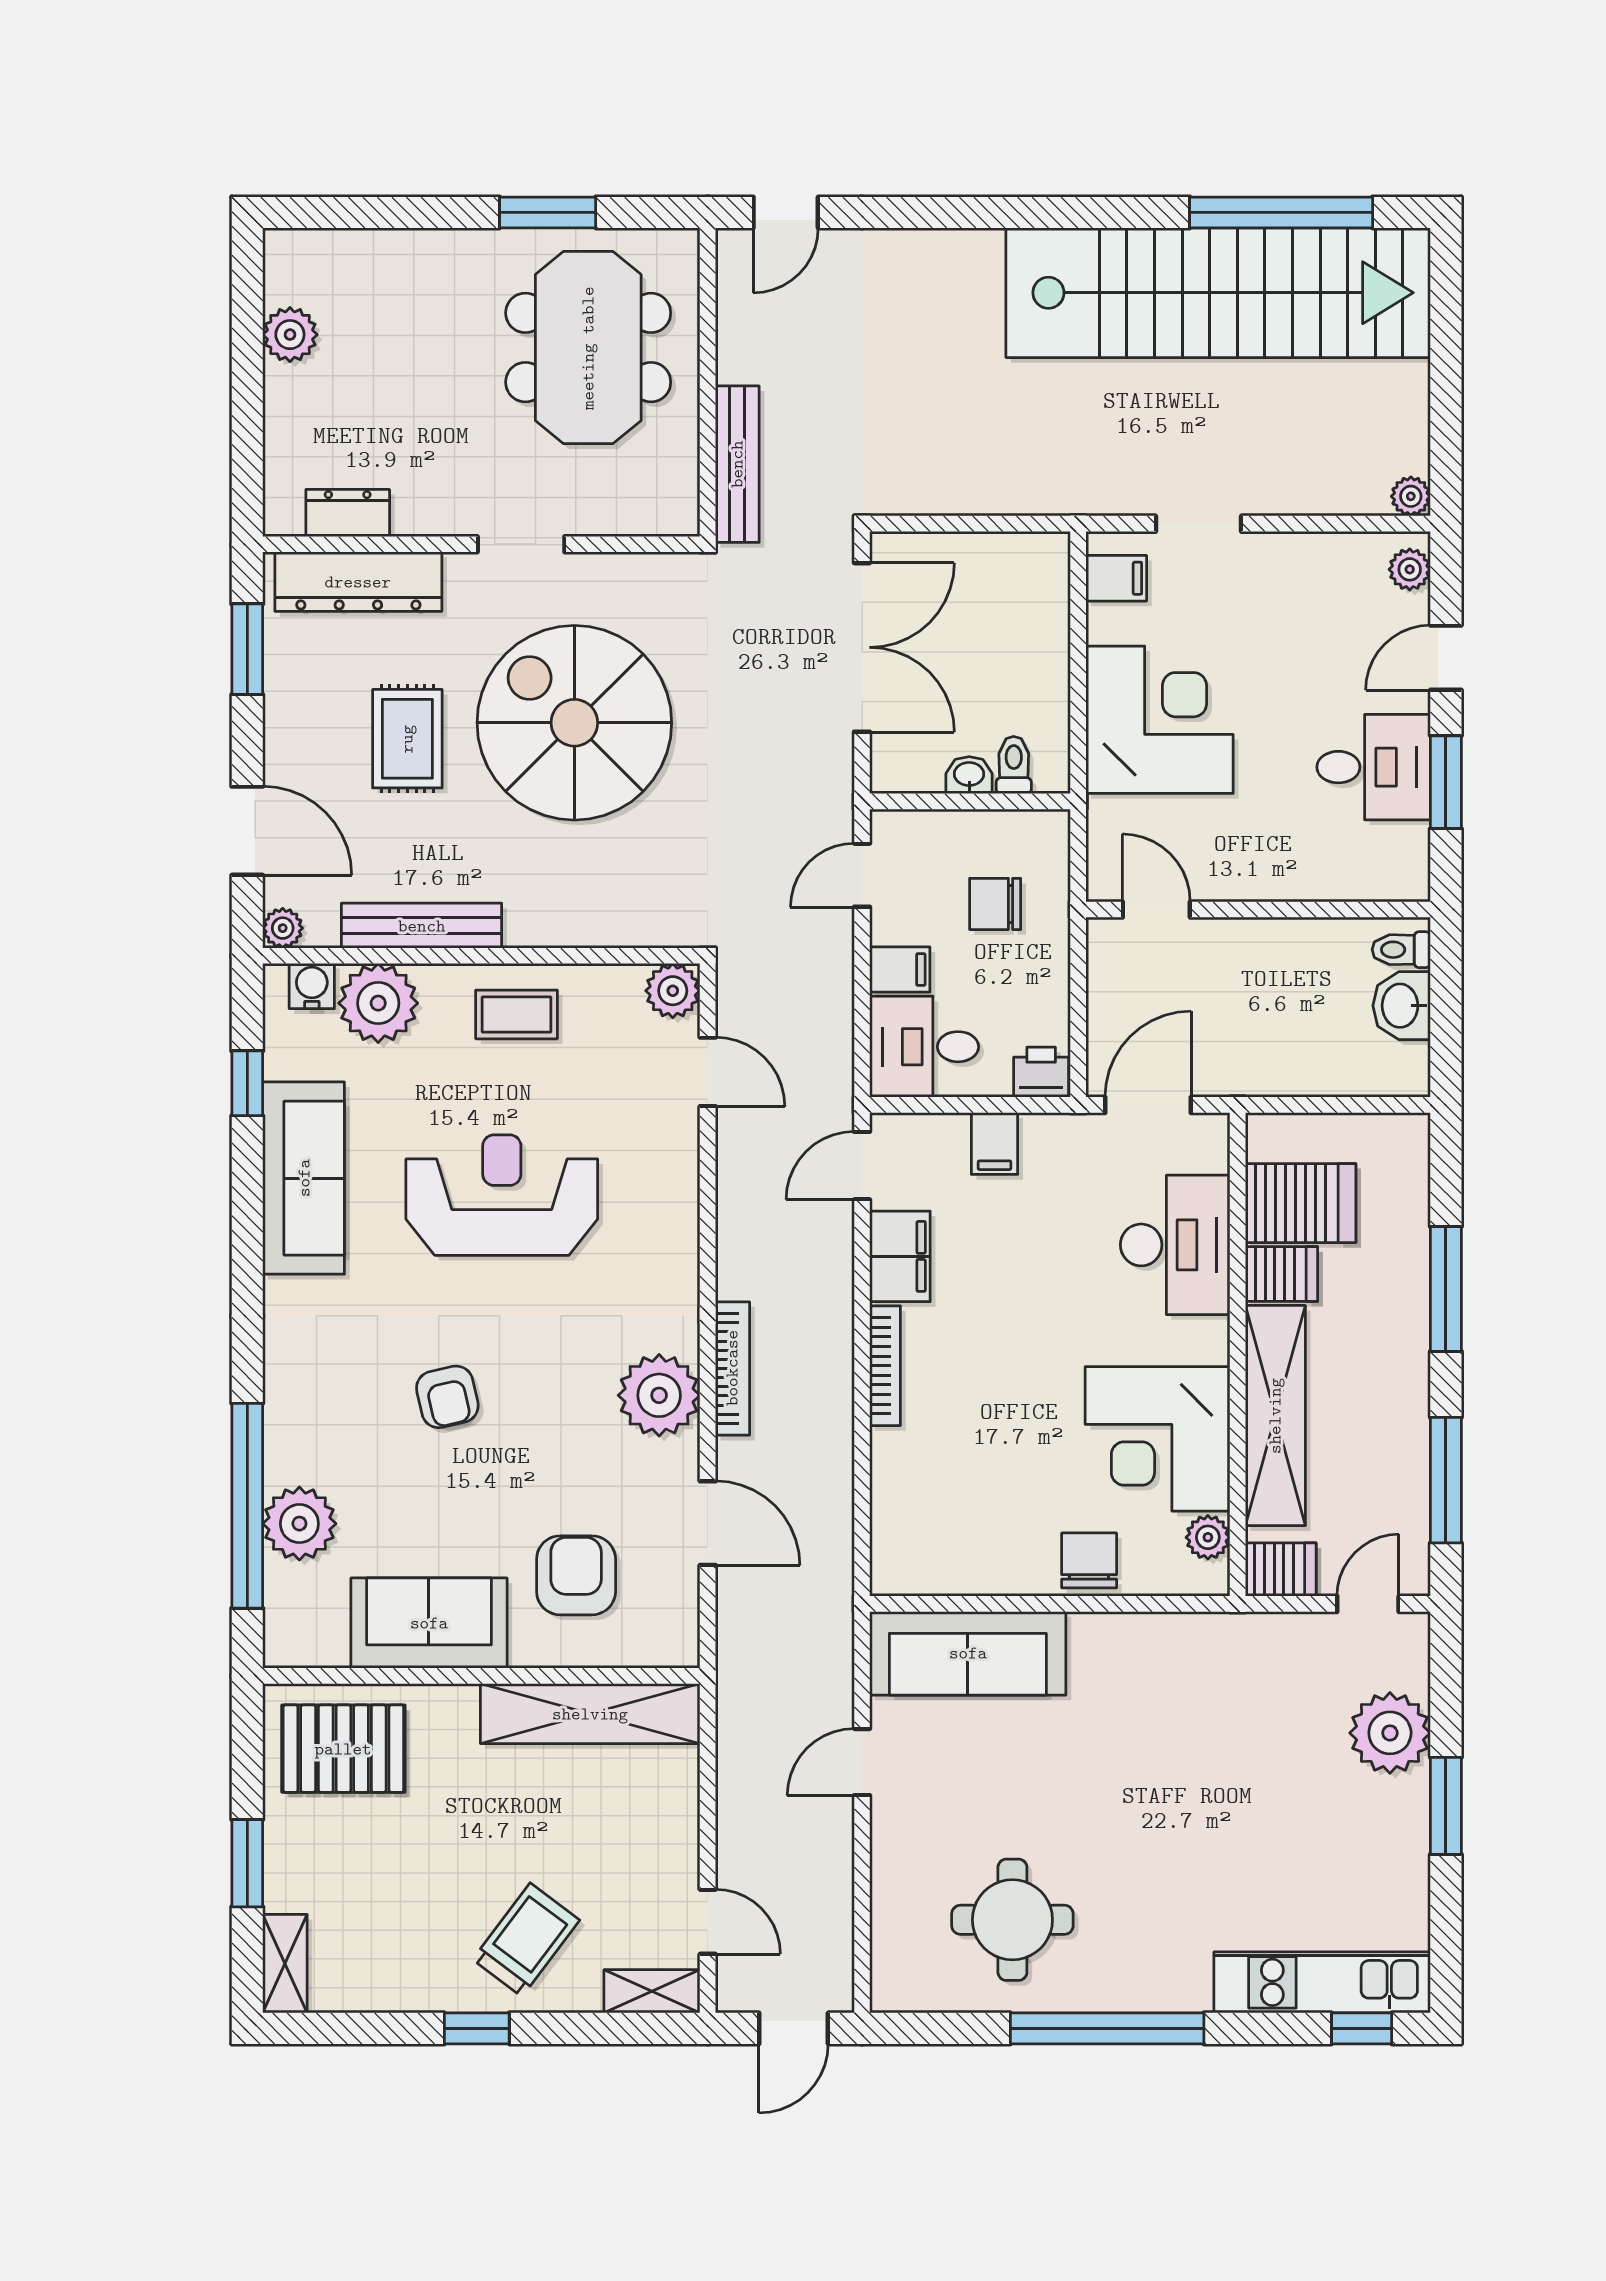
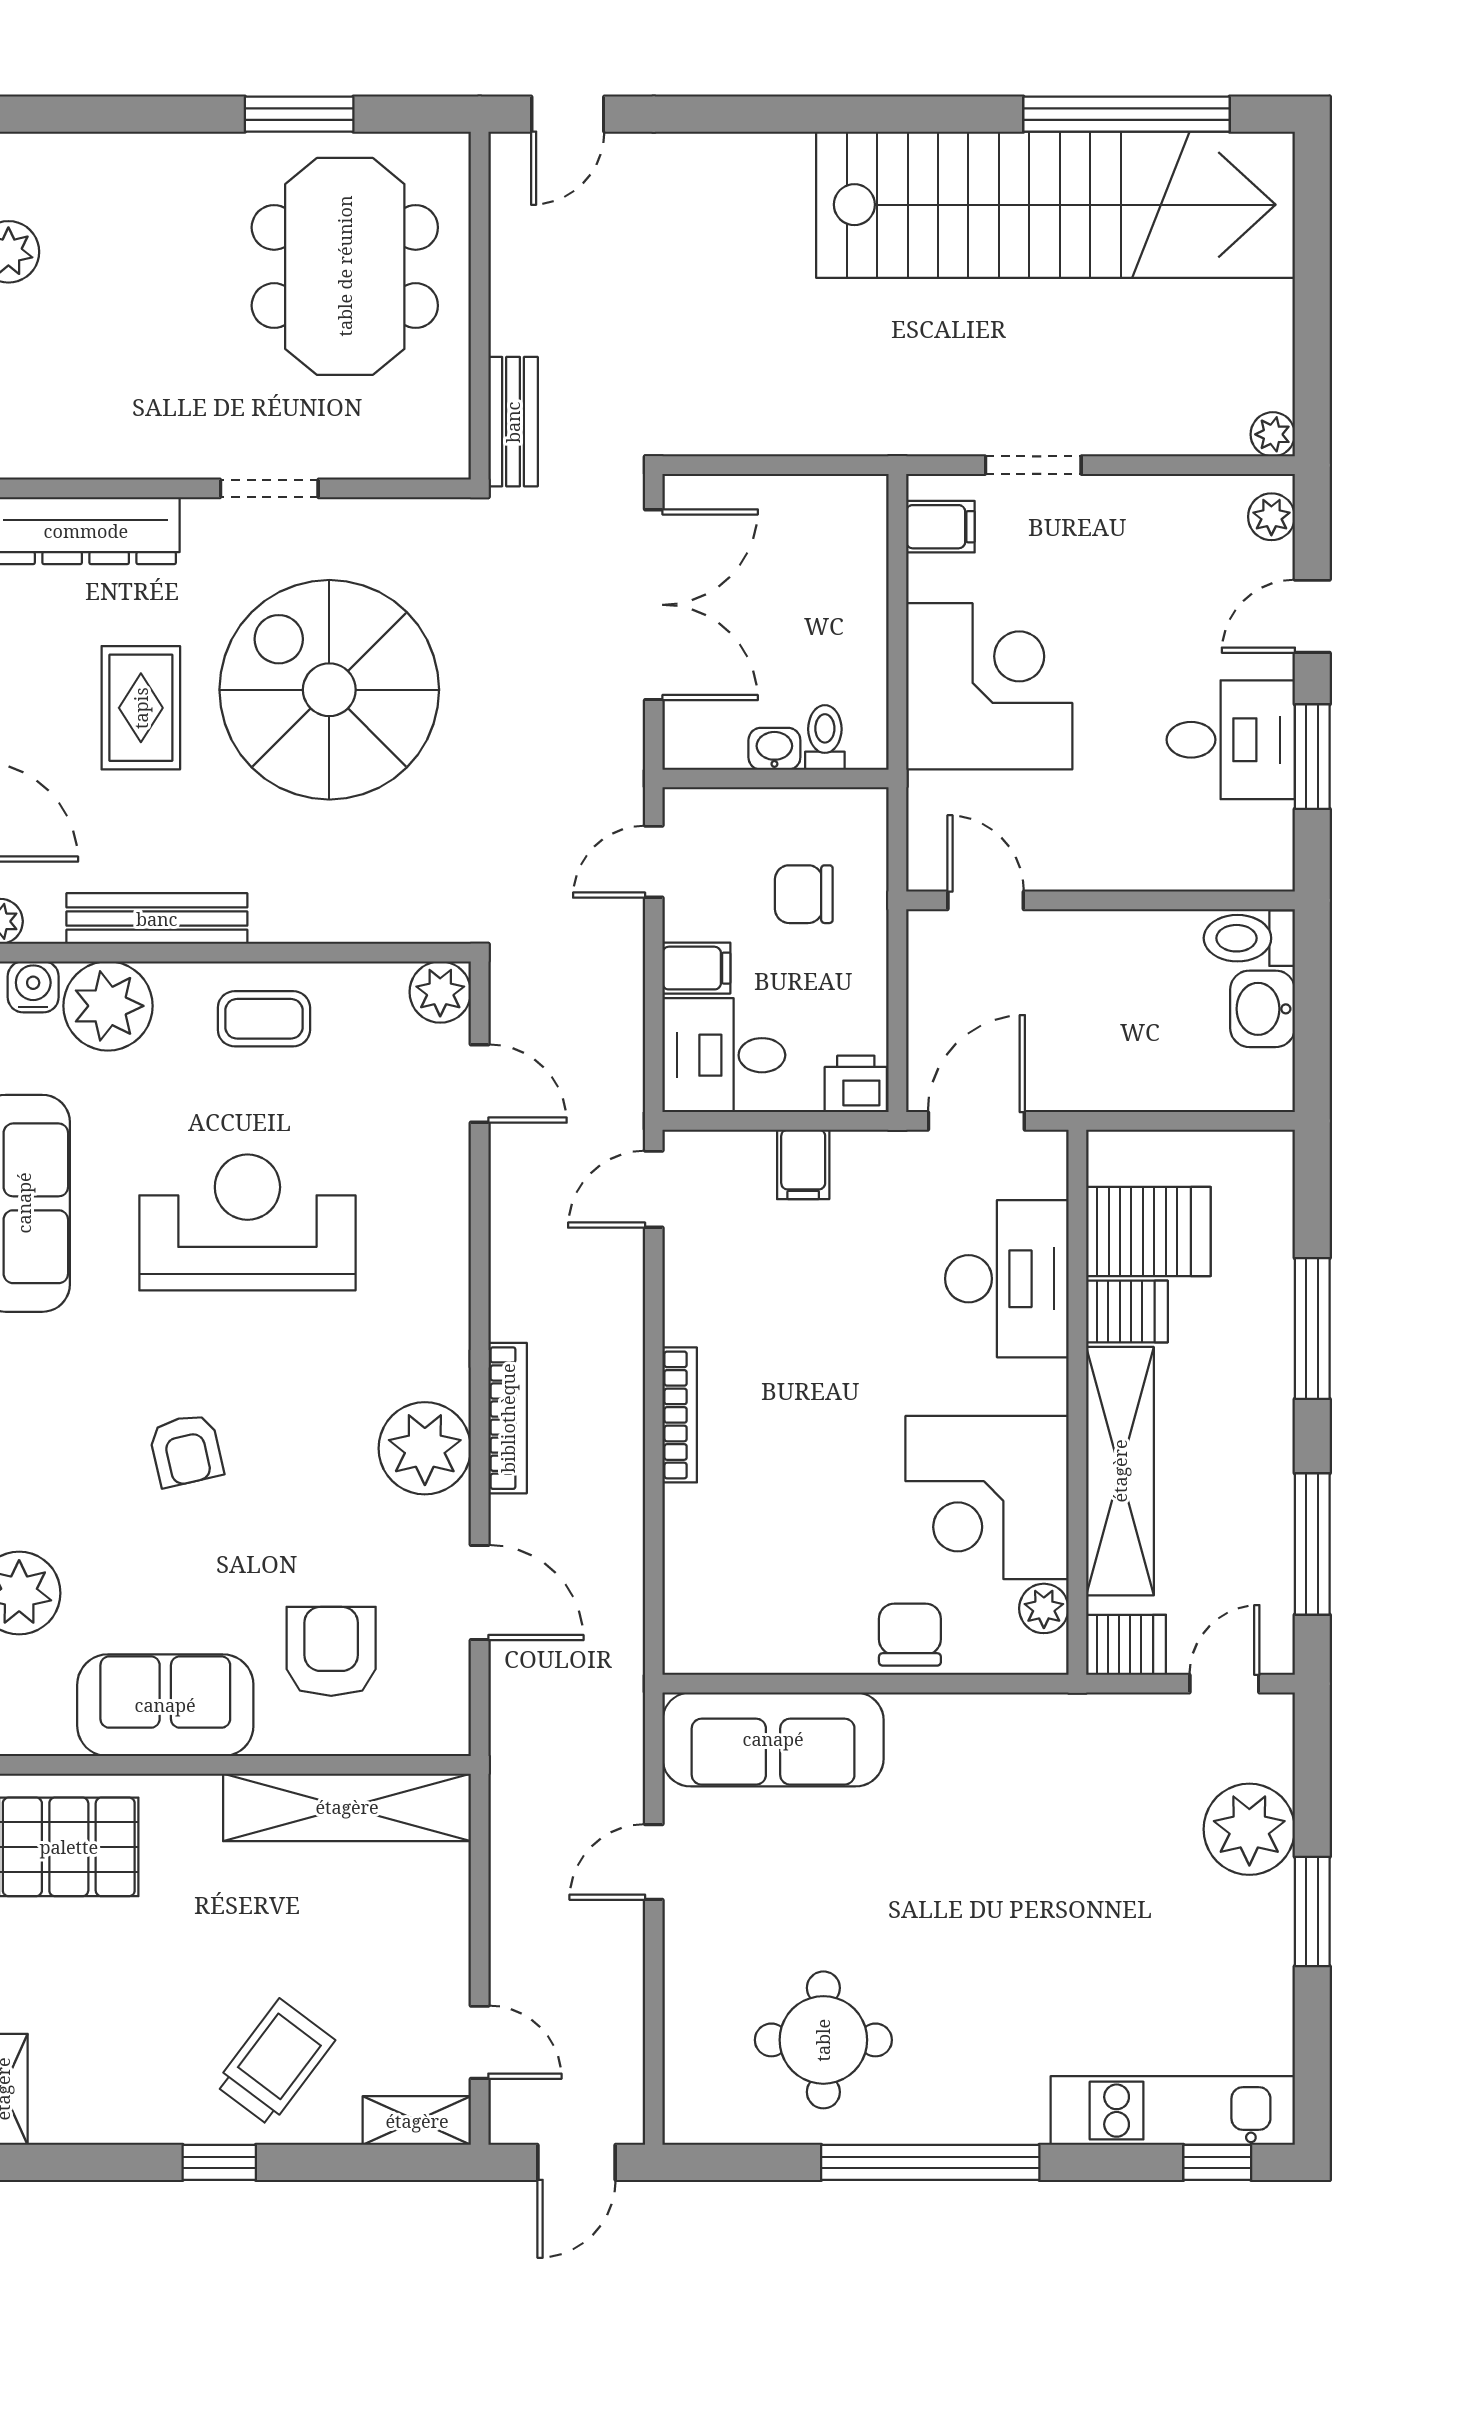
bench: (737, 464) -> (513, 422), width x0.73
dresser: (348, 513) -> (74, 453), removed
toilet: (1401, 950) -> (1249, 938), width x1.37, depth x1.39
filing cabinet: (900, 1256) -> (697, 1292), removed

